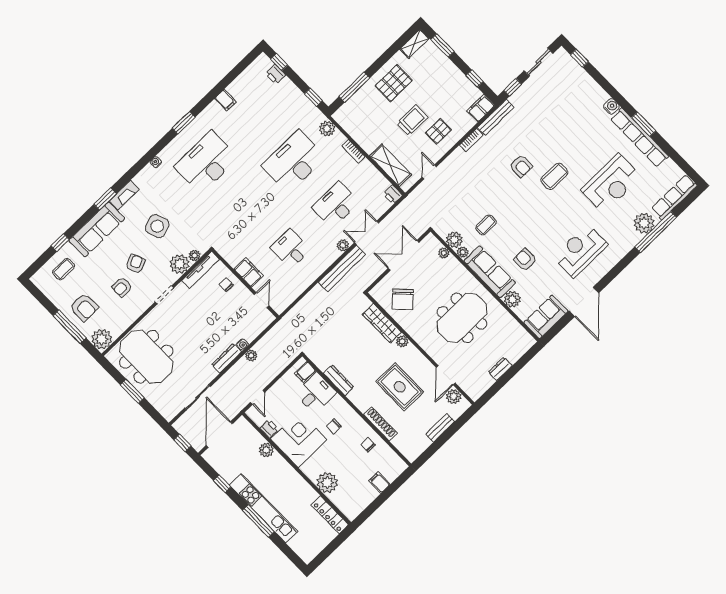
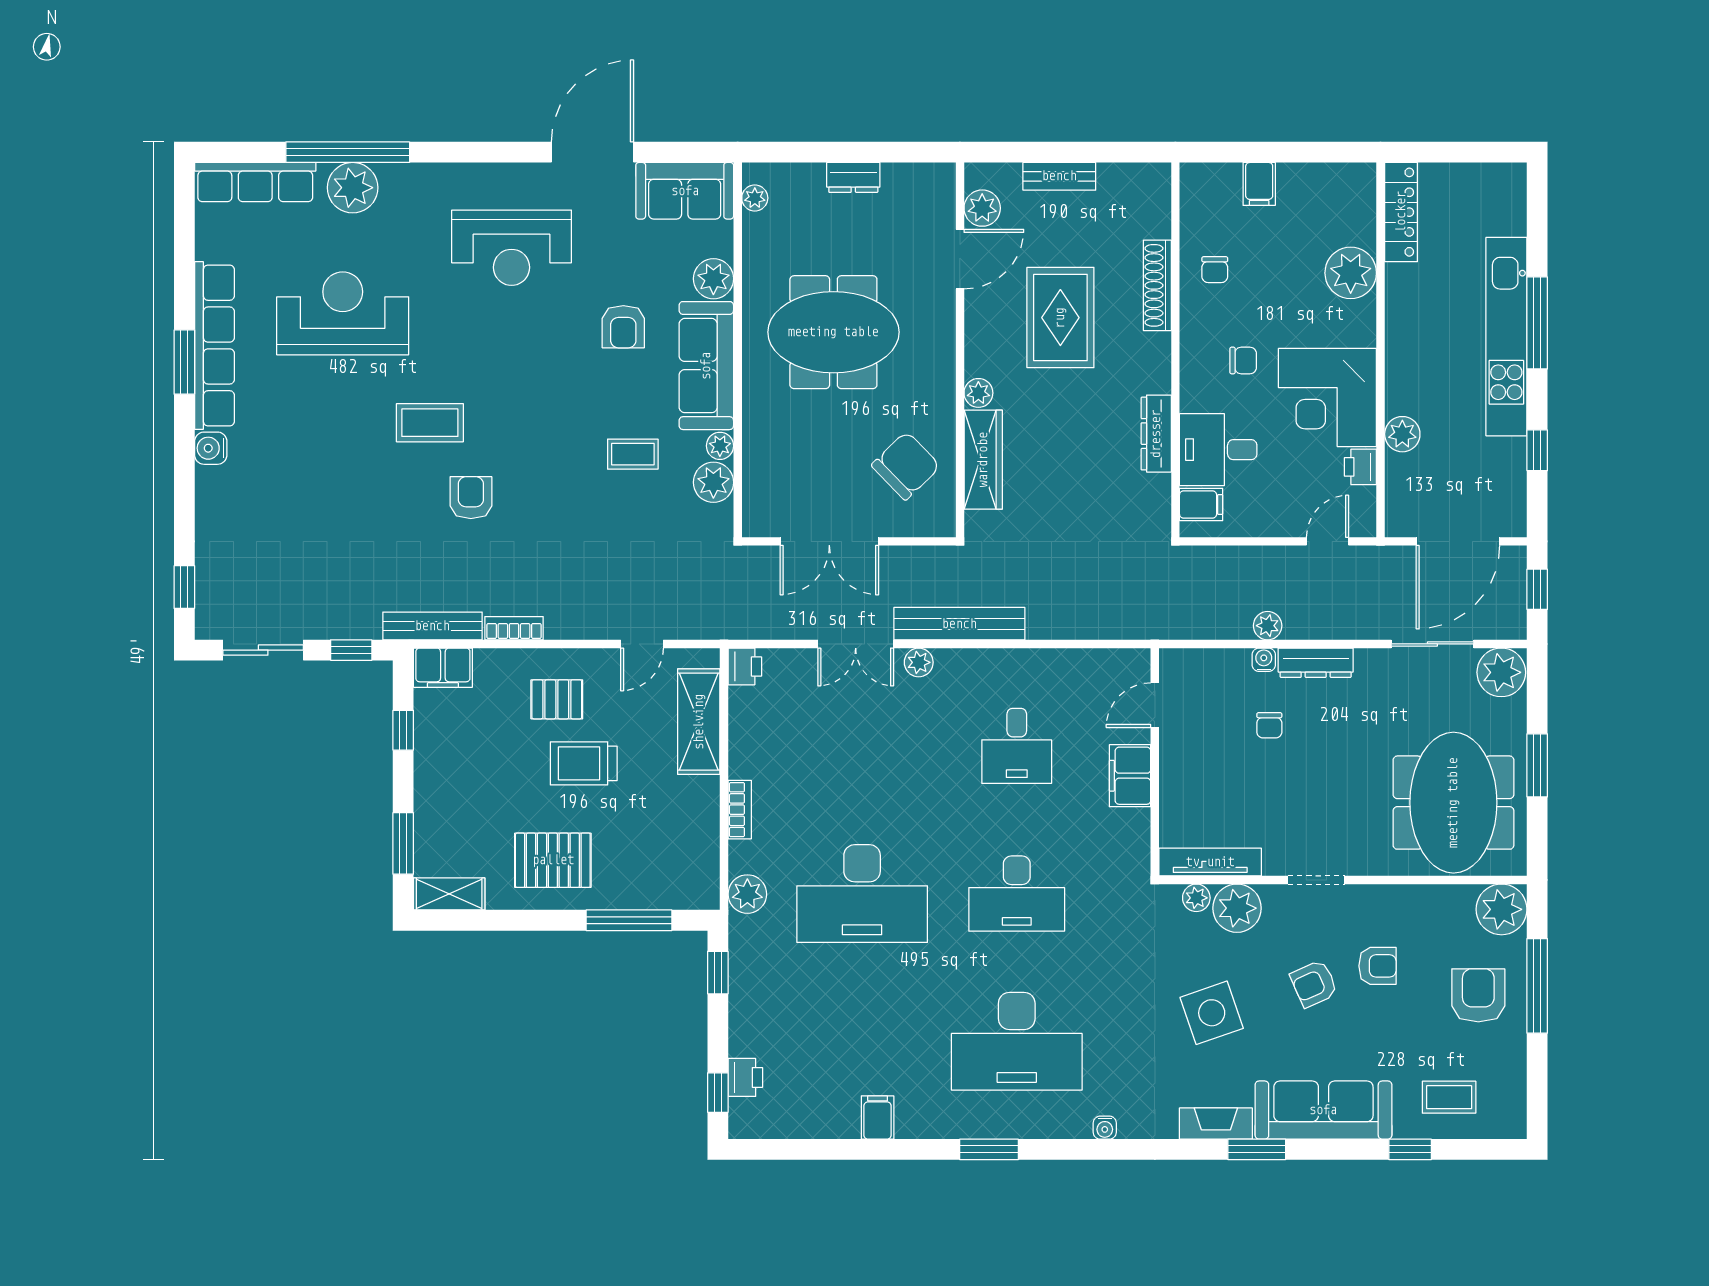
desk: (336, 205) -> (1017, 894), moved
plant: (444, 253) -> (755, 198), moved
chair: (226, 285) -> (1269, 725), moved
plant: (169, 408) -> (1501, 672), added

